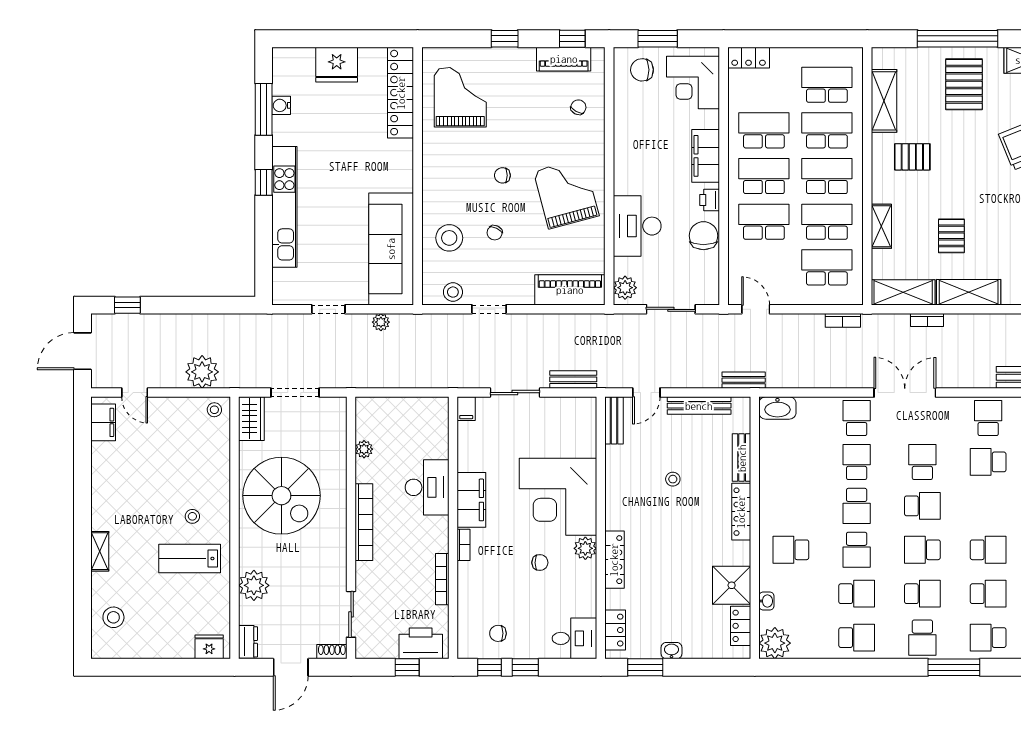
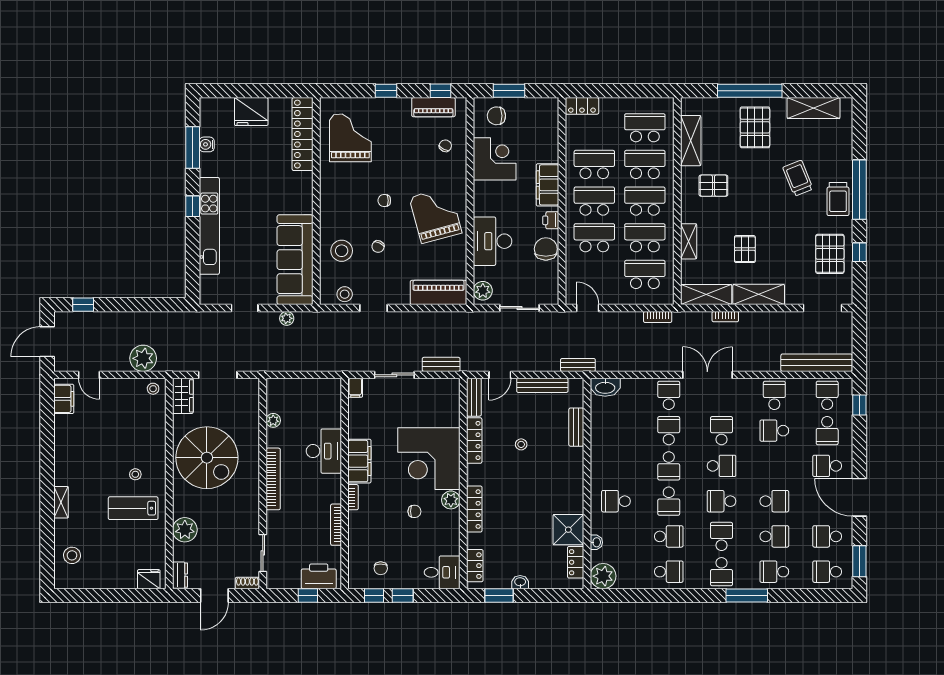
corner desk: (693, 82) -> (495, 159), moved, turned 180
locker: (741, 512) -> (474, 440), moved, turned 180
school desk: (922, 594) -> (722, 536), turned -90
chair: (498, 633) -> (381, 568), turned -90

